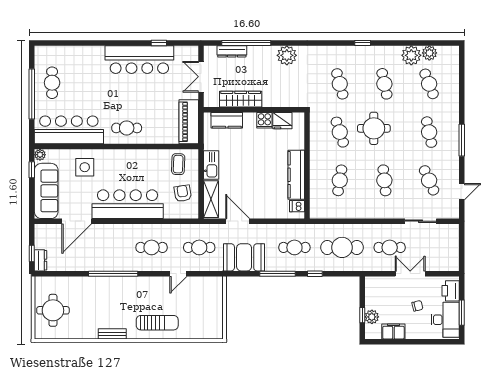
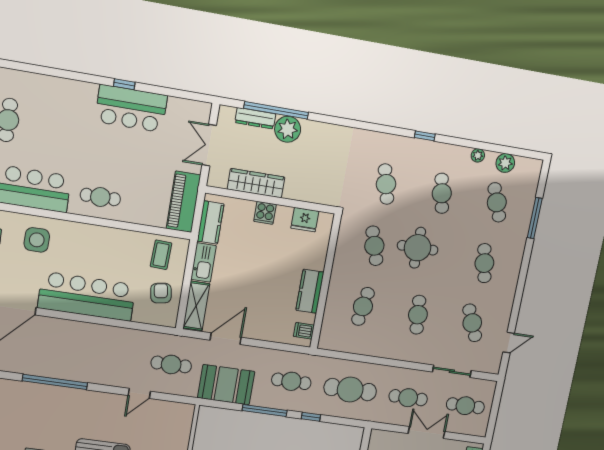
window: (159, 43) -> (124, 84), moved
plant: (287, 55) -> (288, 129), moved
plant: (411, 55) -> (478, 155), width x0.53, depth x0.53
bar counter: (139, 60) -> (131, 108), width x0.73
kitchen counter: (227, 120) -> (211, 222), moved, turned -90
cooker: (264, 120) -> (265, 213), moved
window: (462, 140) -> (535, 218), moved
kitchen counter: (296, 175) -> (310, 291), width x0.67
door: (238, 221) -> (226, 339), hinge flipped
cafe table: (152, 247) -> (465, 406), moved

